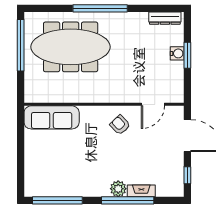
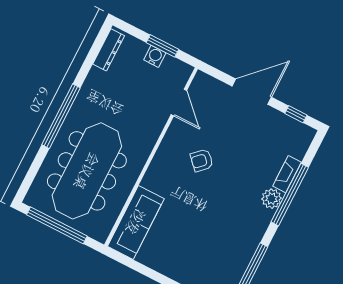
wall: (104, 104) -> (151, 157), moved
door: (153, 104) -> (179, 103), moved
sofa: (52, 117) -> (136, 222), moved

